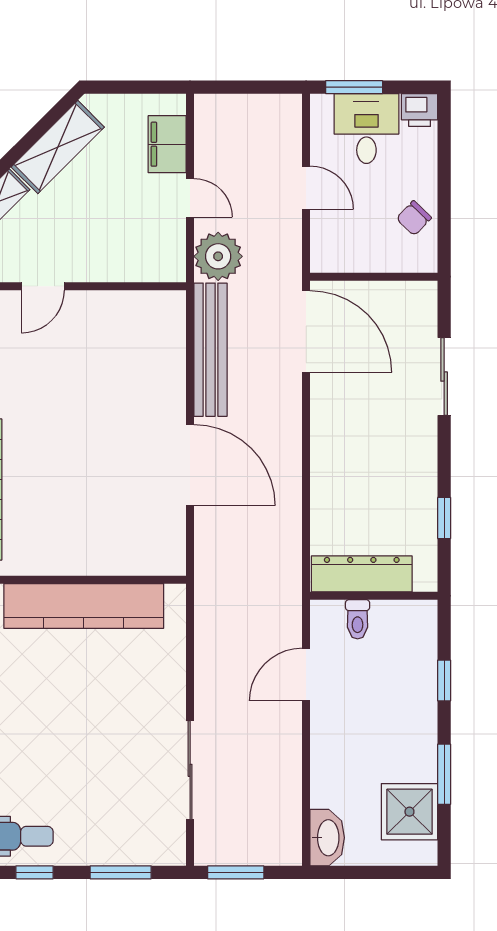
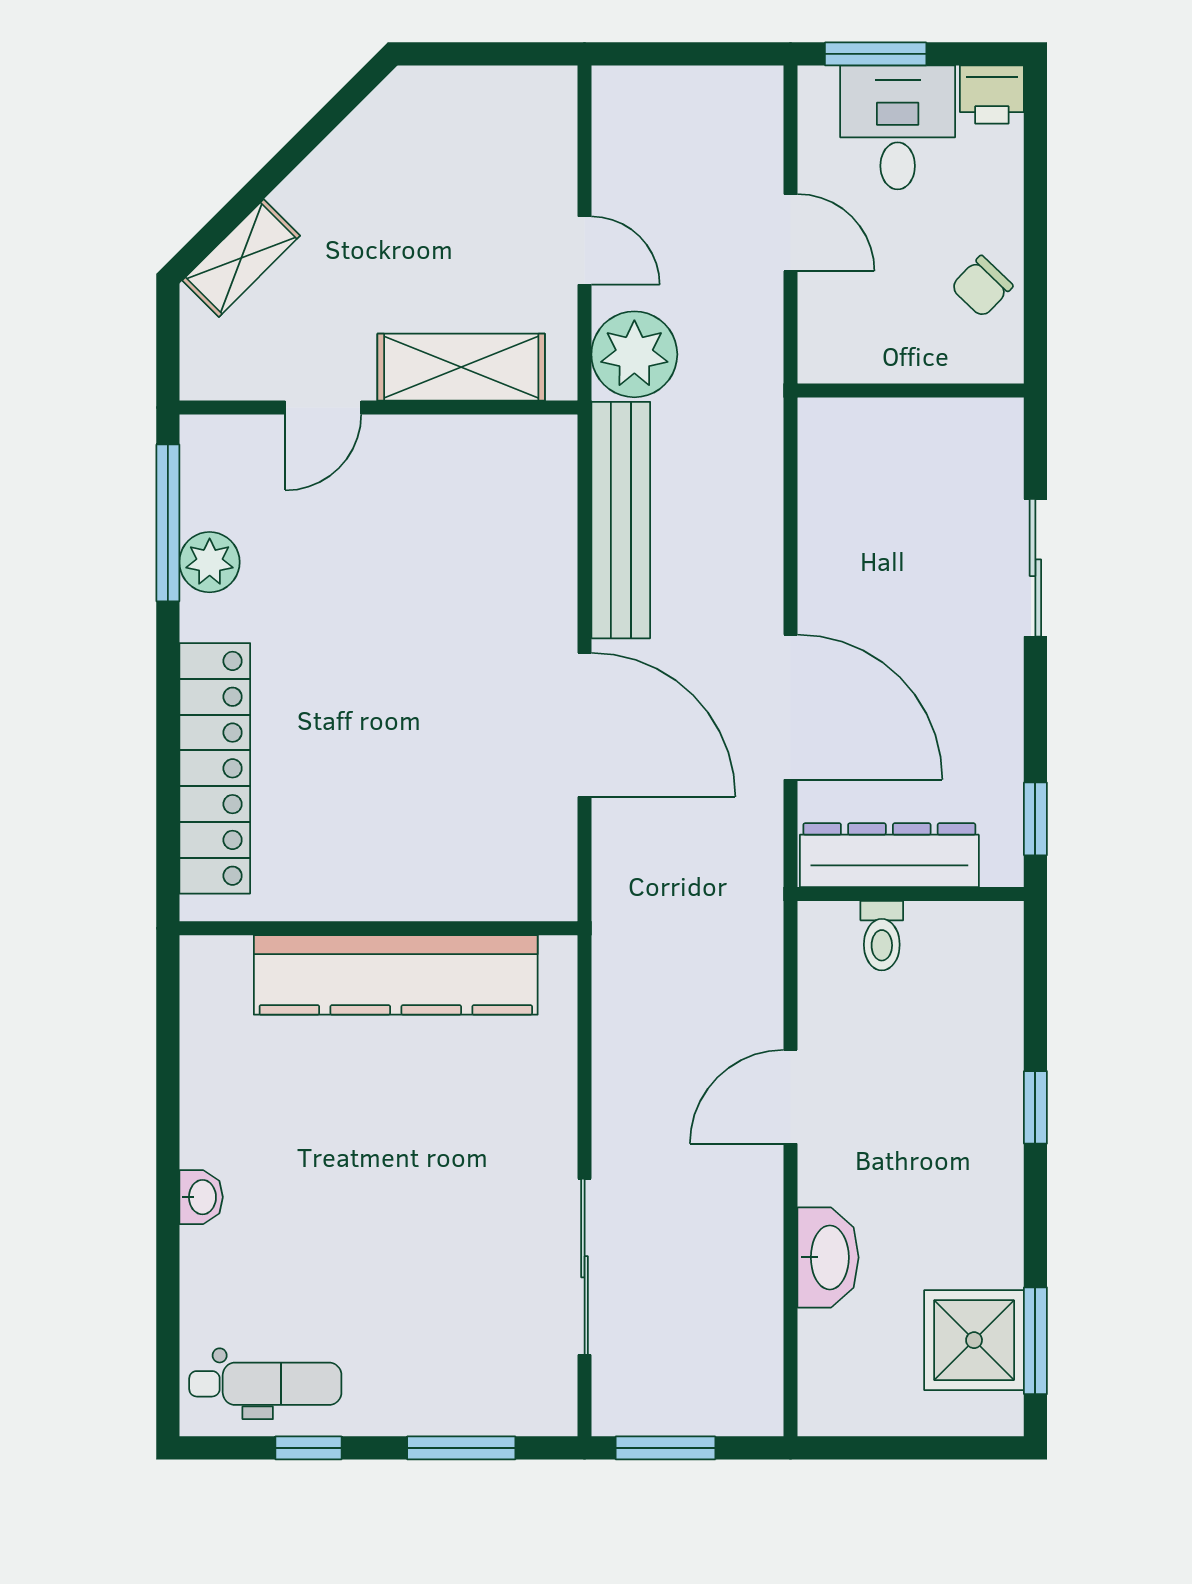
filing cabinet: (167, 144) -> (544, 155), removed
shelving: (58, 147) -> (461, 367), moved, turned 45
door: (306, 332) -> (791, 707), moved
dresser: (362, 574) -> (889, 855), moved
wall: (374, 596) -> (911, 894), moved
toilet: (358, 619) -> (882, 936), moved
window: (444, 774) -> (1035, 1341), moved
washbasin: (327, 838) -> (828, 1257), moved

